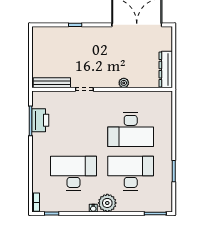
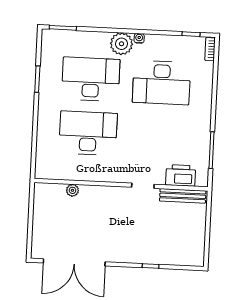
dresser: (166, 70) -> (41, 205), removed
plant: (124, 83) -> (72, 190), moved
printer: (40, 120) -> (181, 175), moved, turned 90
desk: (131, 173) -> (91, 79), turned 180

